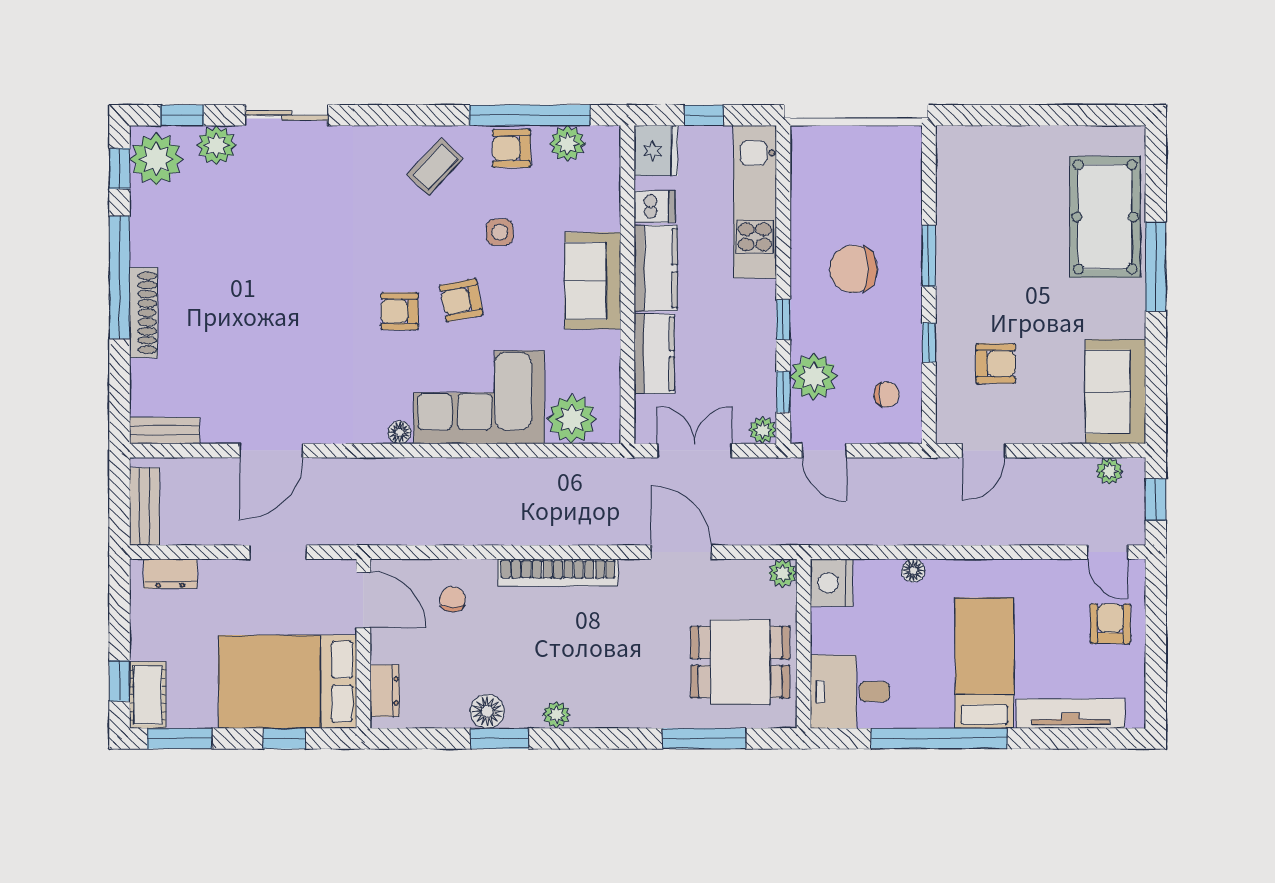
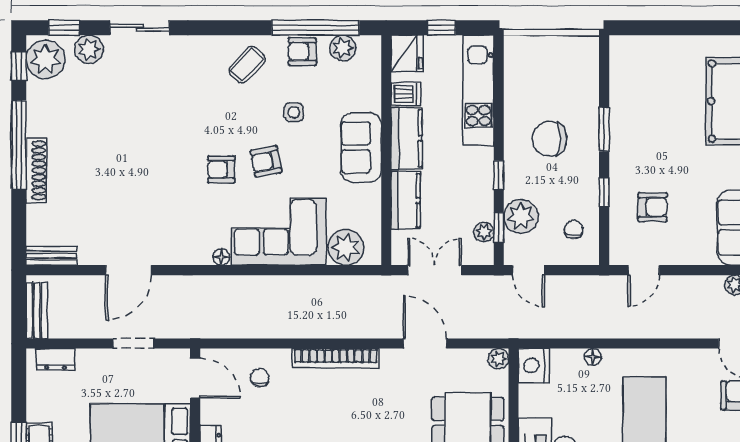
chair: (887, 394) -> (574, 230), turned -90
plant: (763, 430) -> (484, 232), moved

